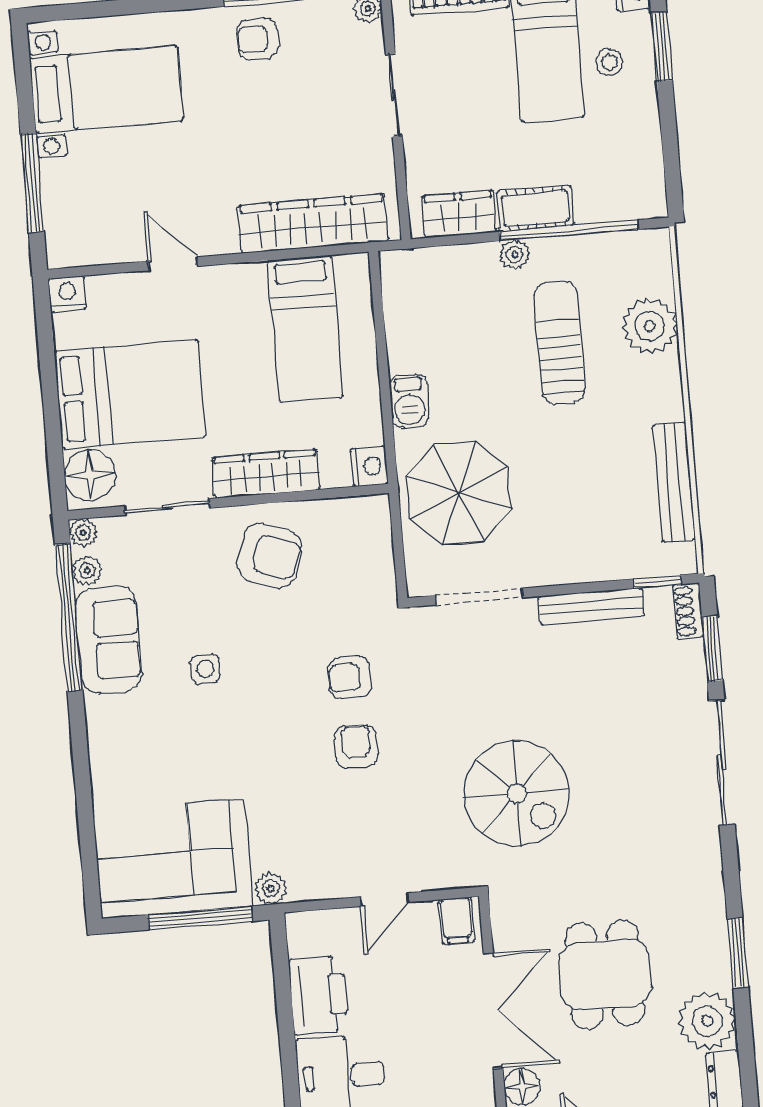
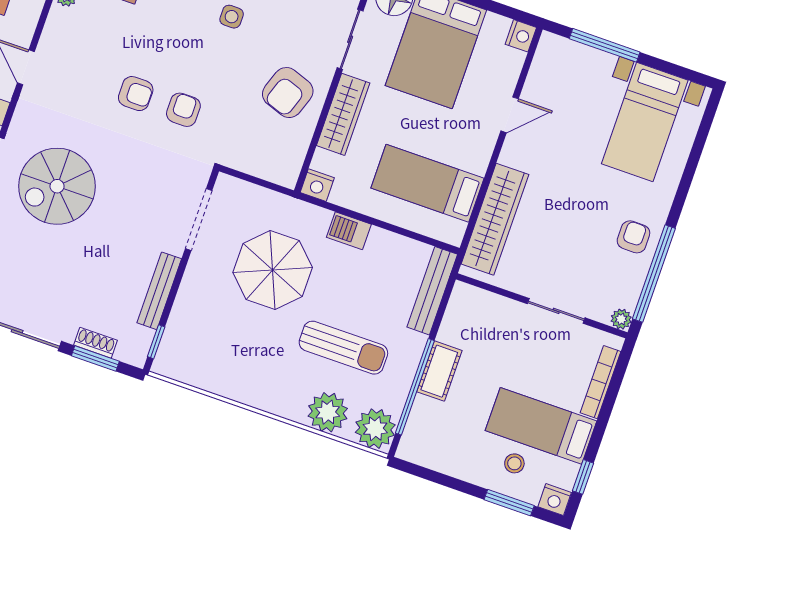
wardrobe: (459, 214) -> (458, 319), removed
plant: (515, 255) -> (375, 429), moved, width x1.88, depth x1.88
bench: (674, 482) -> (432, 291), moved, turned 90
parasol: (459, 493) -> (273, 270), moved
shoe rack: (688, 611) -> (96, 343), moved

